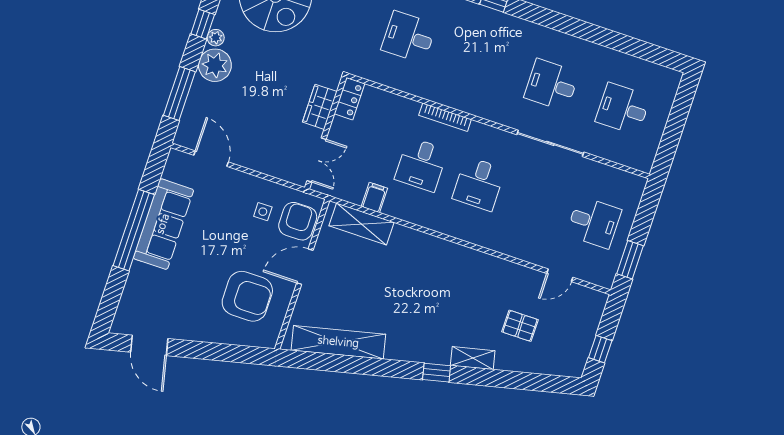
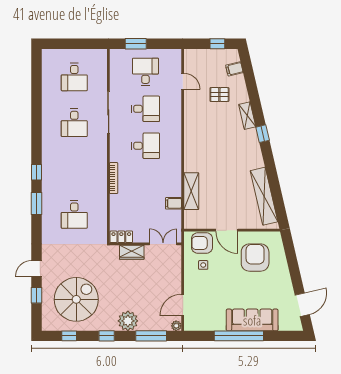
plant: (216, 38) -> (176, 326), moved
desk: (421, 165) -> (145, 109), moved
sofa: (163, 224) -> (252, 320), moved
shelving: (361, 224) -> (191, 191), moved
window: (630, 260) -> (136, 44), moved
pallet: (520, 326) -> (219, 95), turned 90
filing cabinet: (552, 363) -> (234, 69), added

